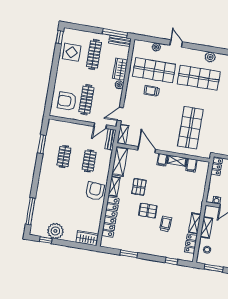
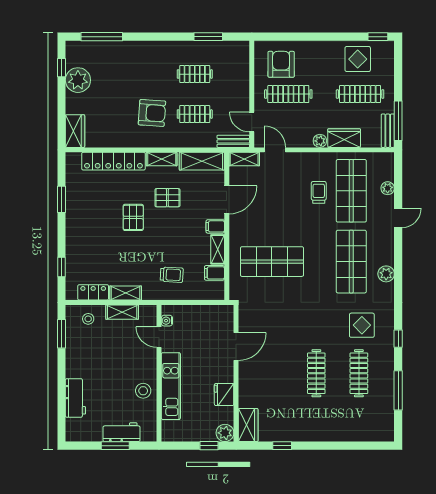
locker: (216, 167) -> (219, 312), removed
armchair: (95, 191) -> (152, 113), moved
trolley: (166, 224) -> (172, 275), moved

